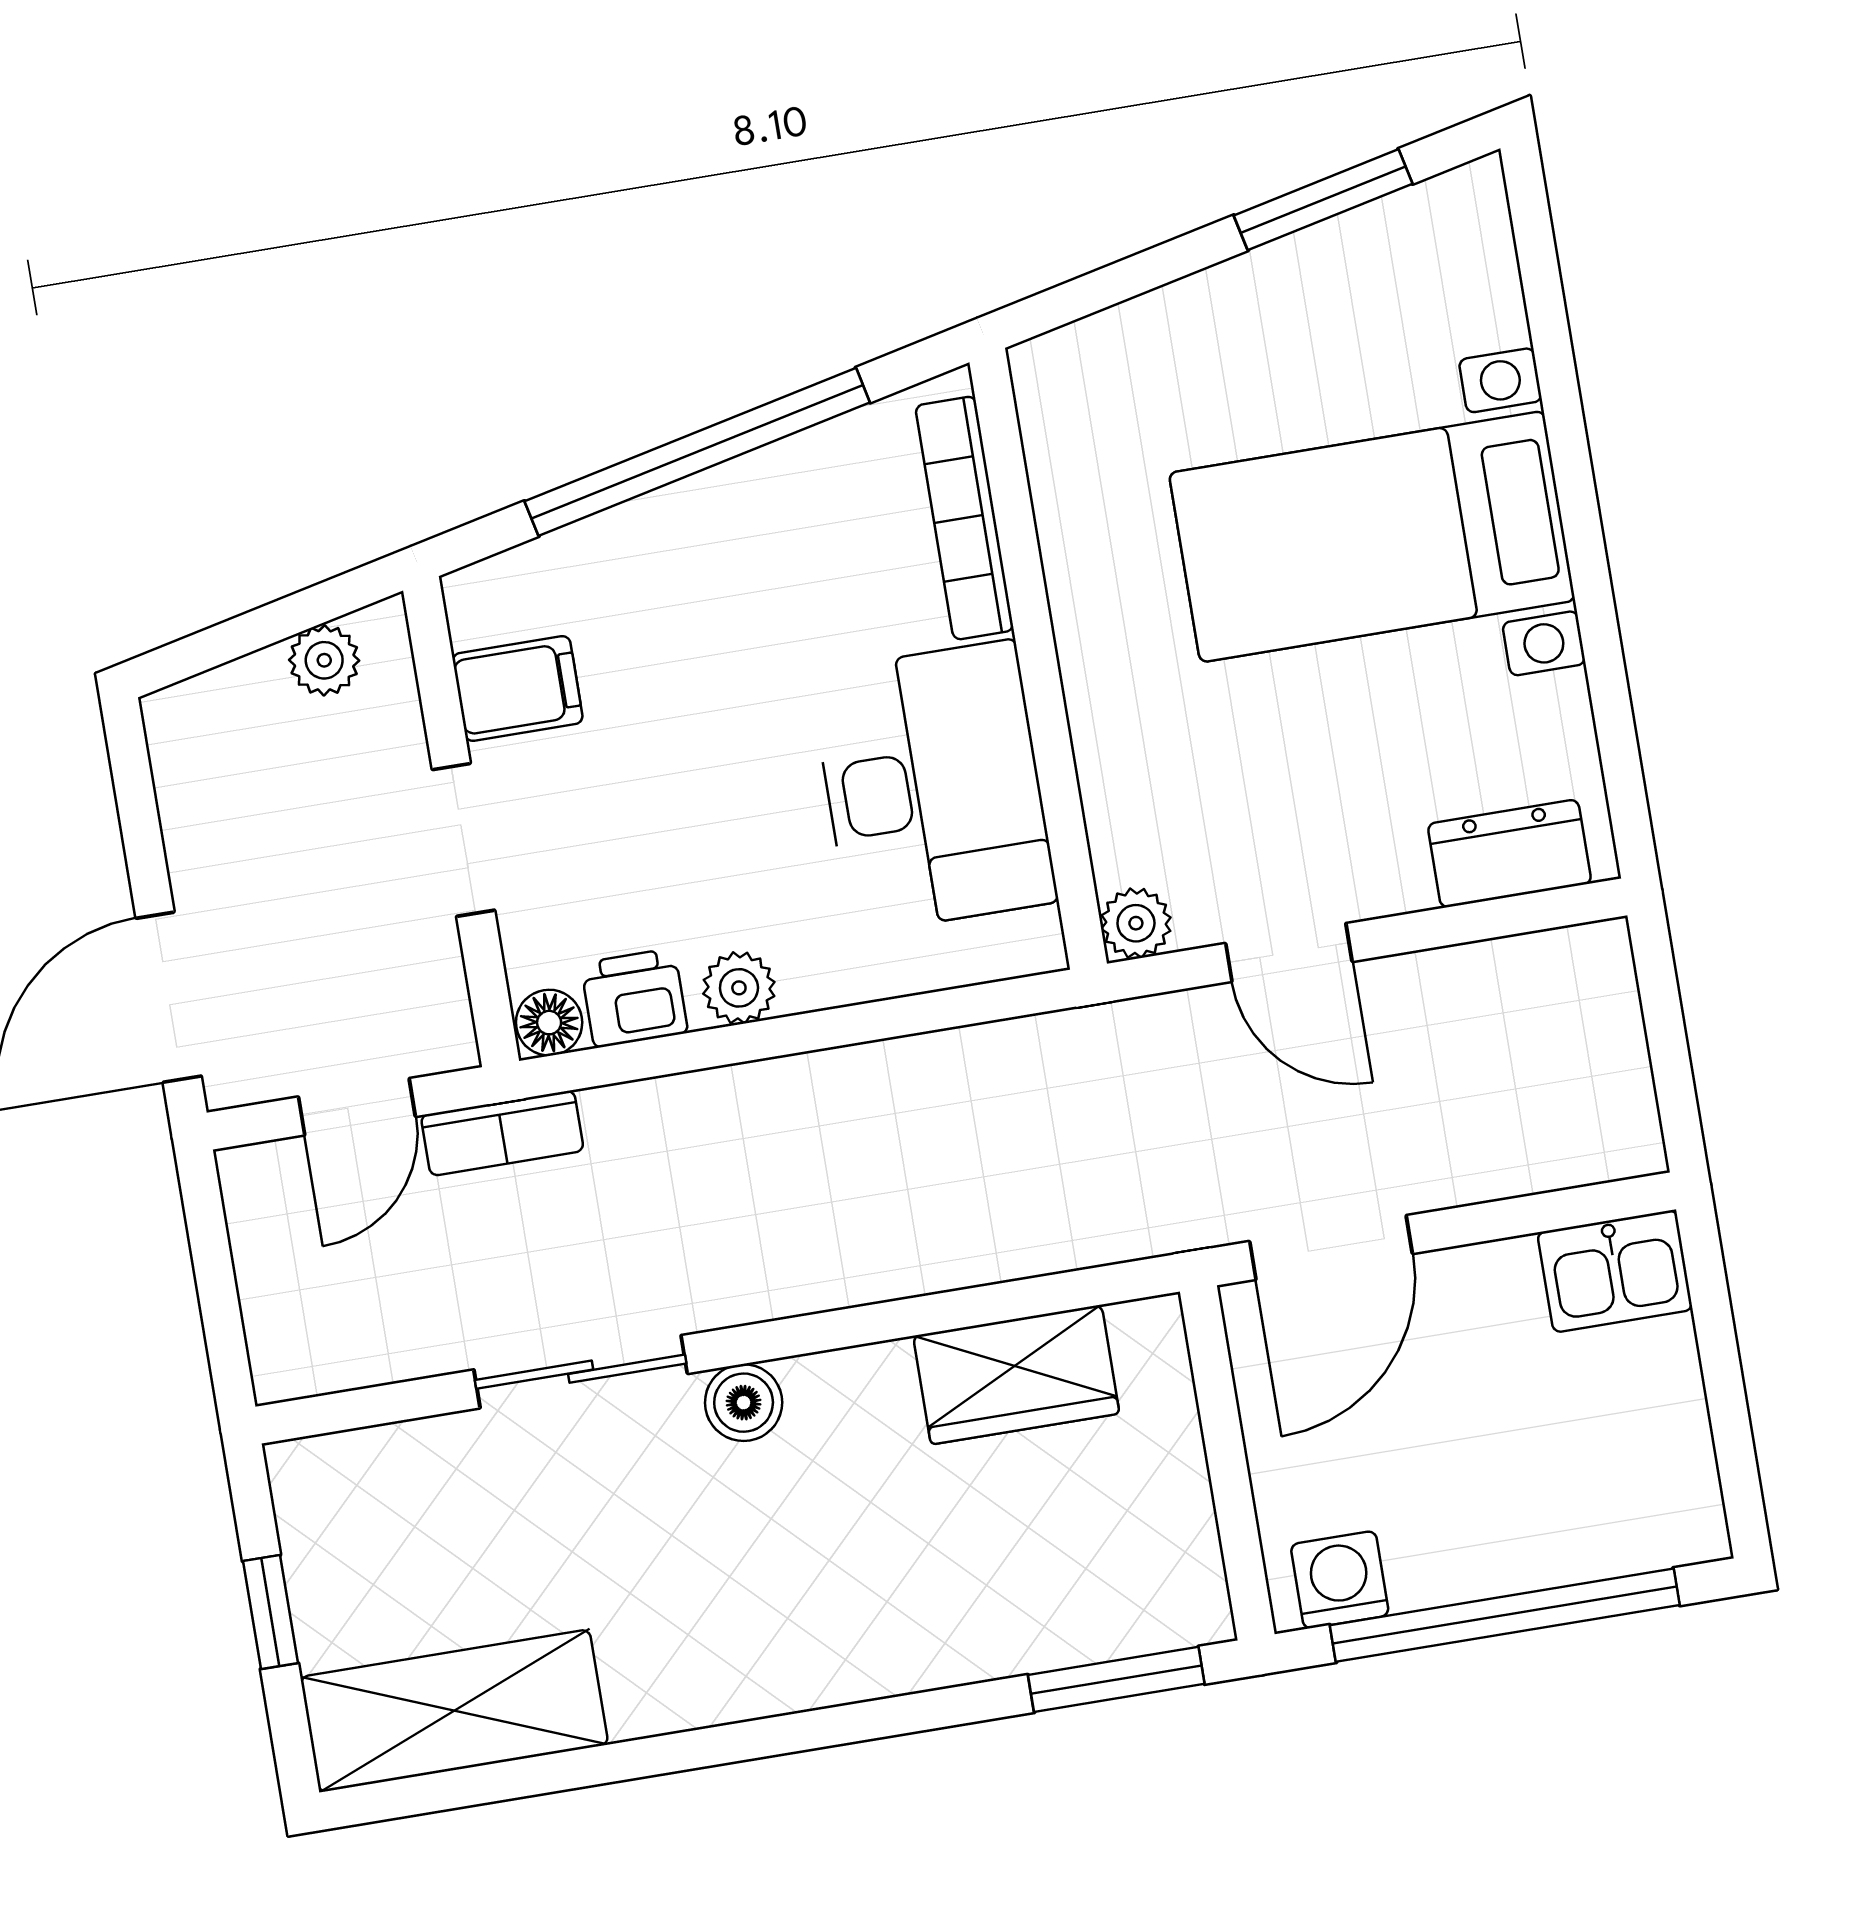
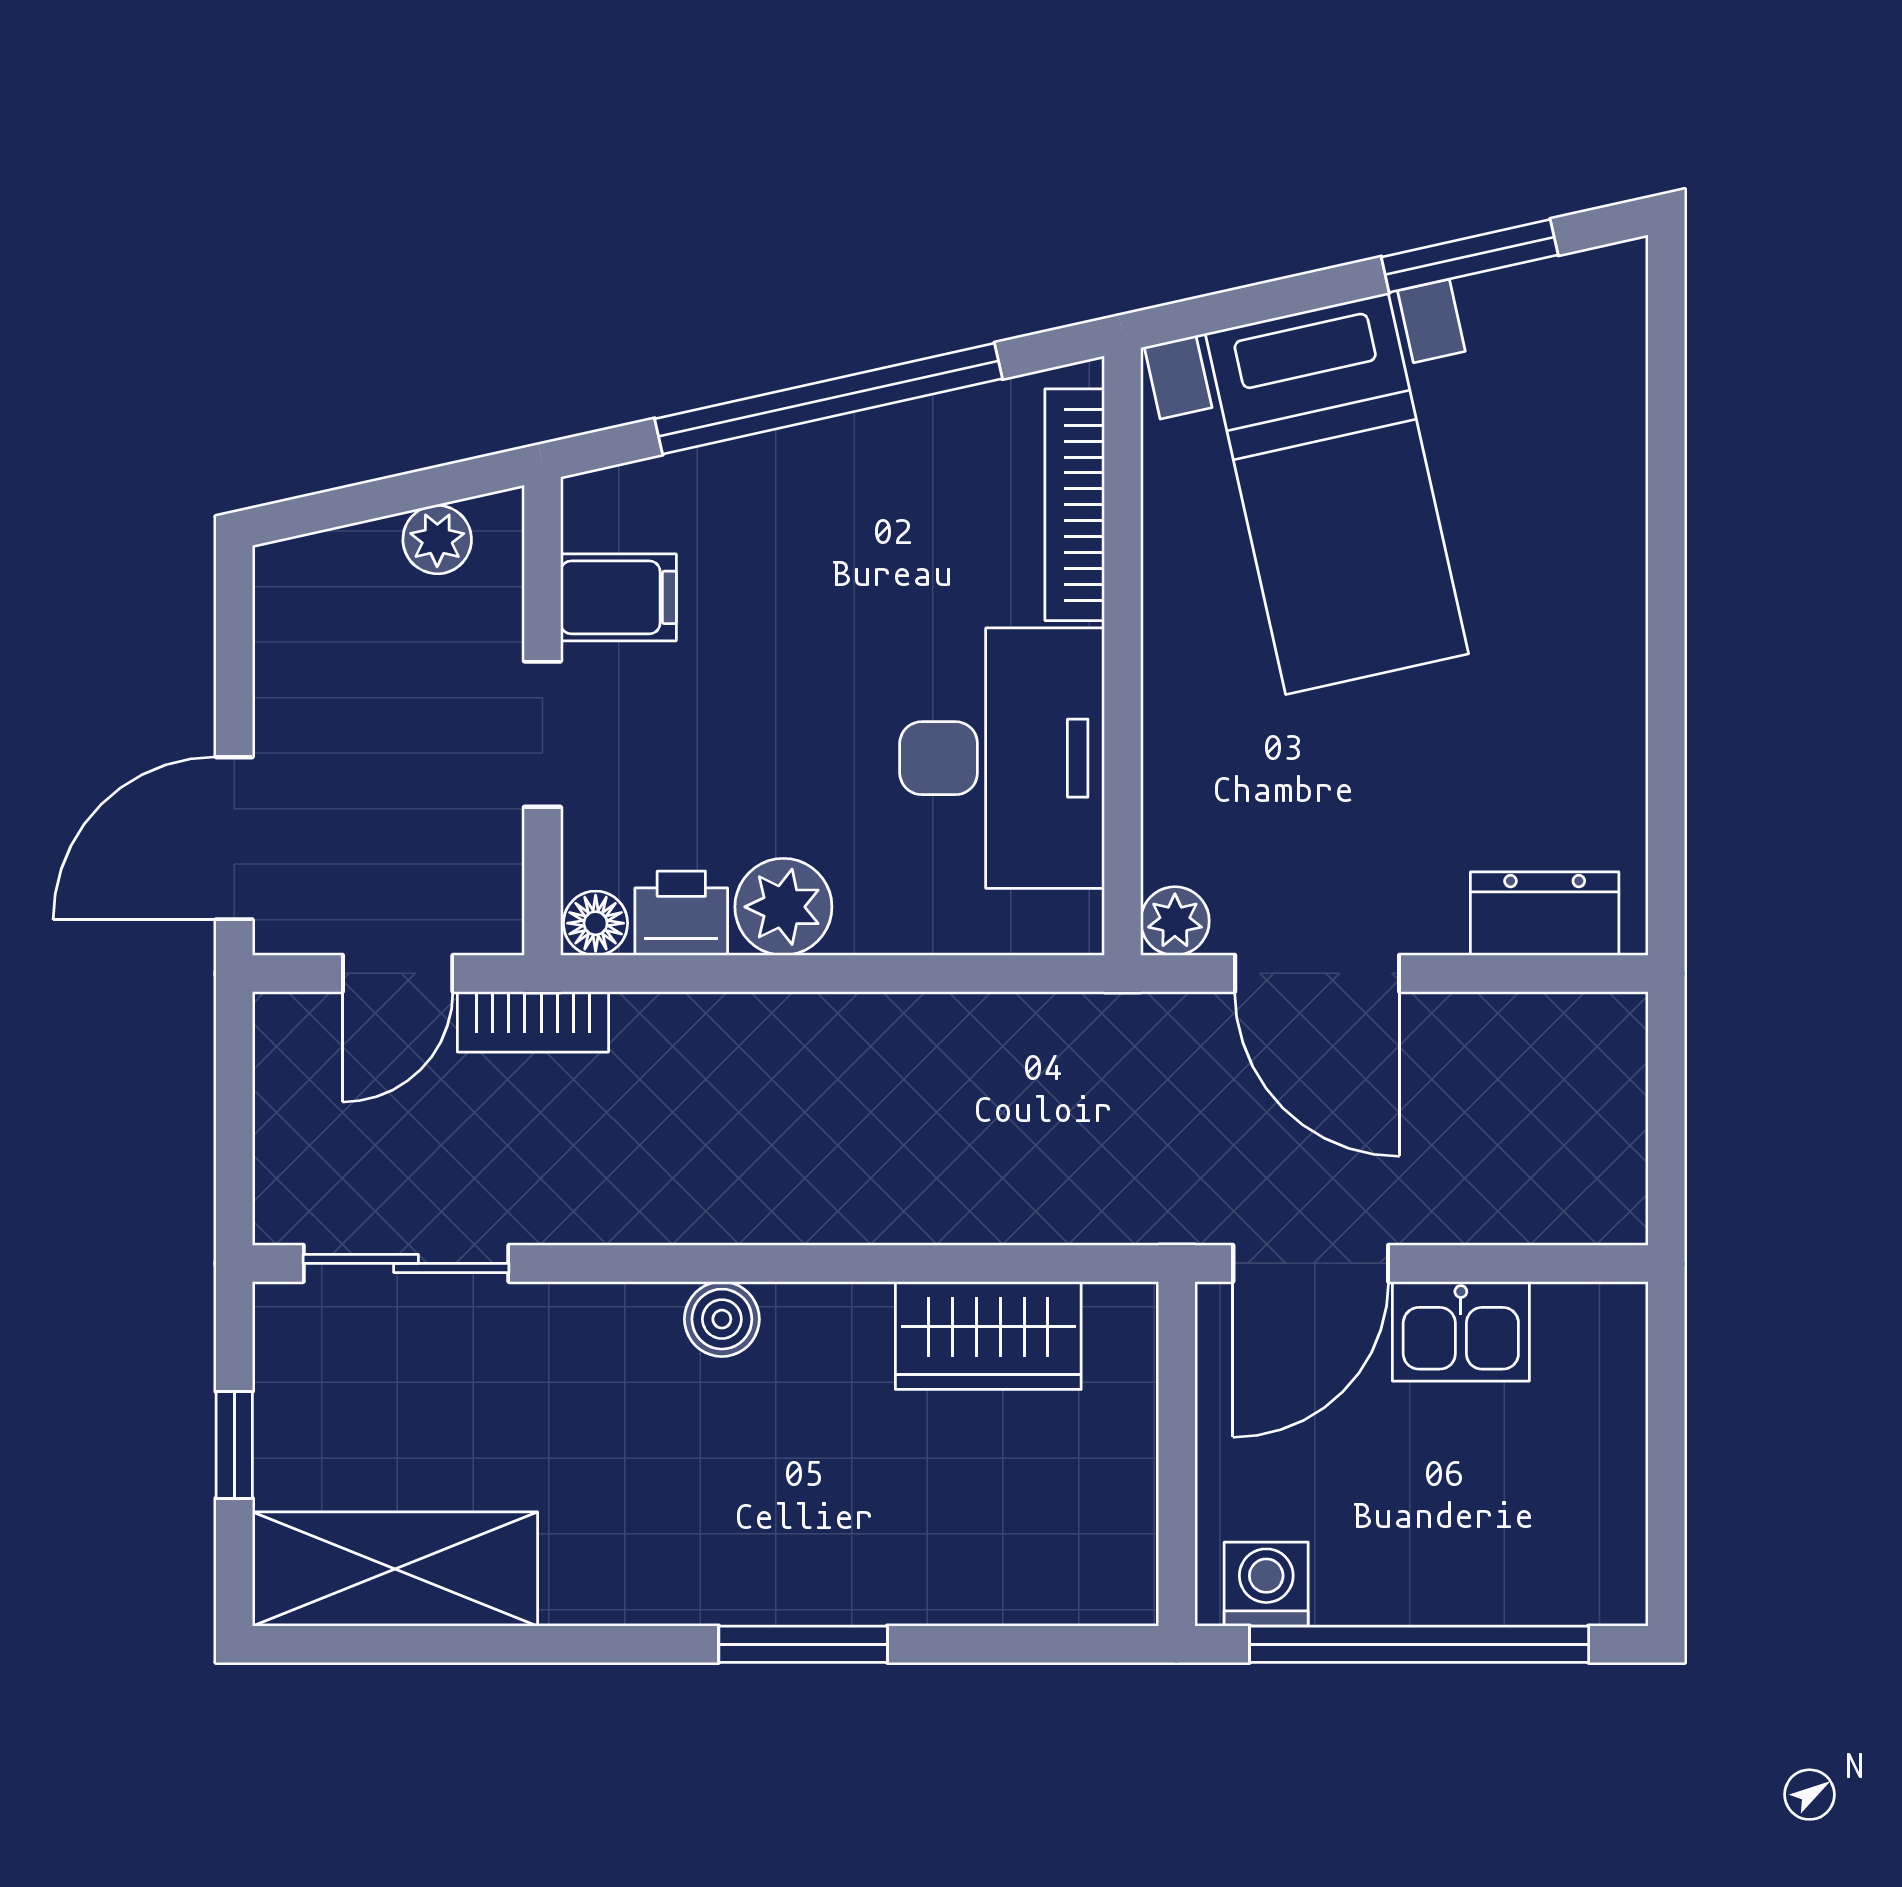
bed with nightstands: (1372, 537) -> (1337, 494), moved, turned -103
door: (1289, 952) -> (1317, 973), width x1.38
plant: (739, 988) -> (783, 907), width x1.38, depth x1.38
kitchen sink: (1615, 1271) -> (1461, 1331), moved
sliding door: (581, 1372) -> (406, 1263), moved
window: (1116, 1679) -> (803, 1644), moved

